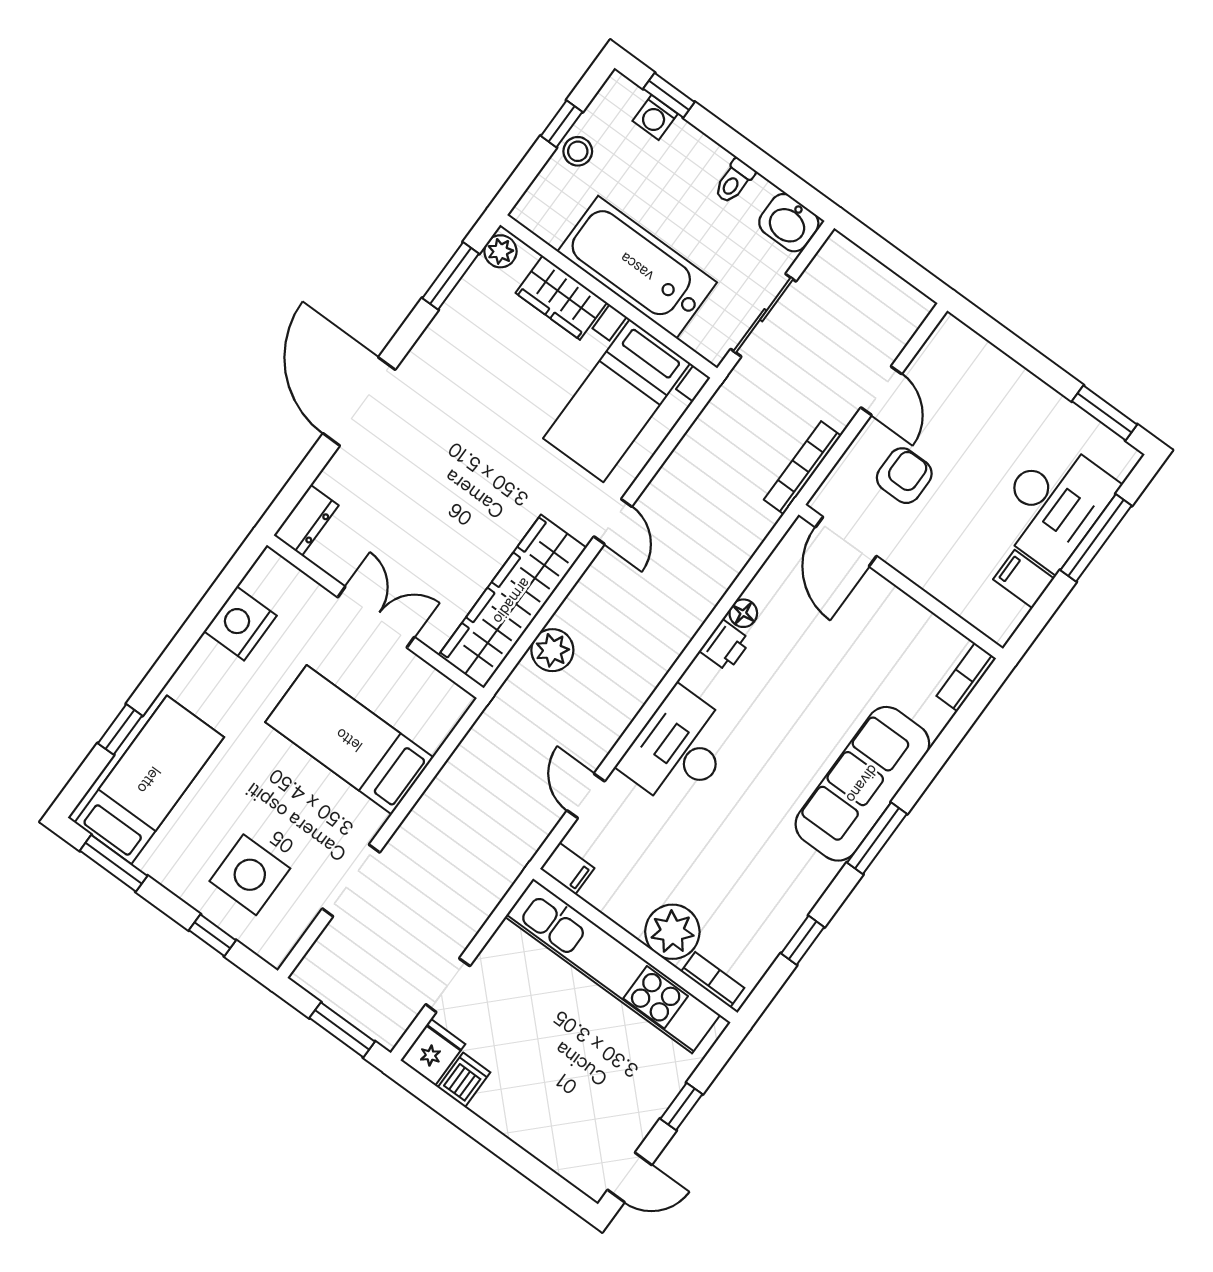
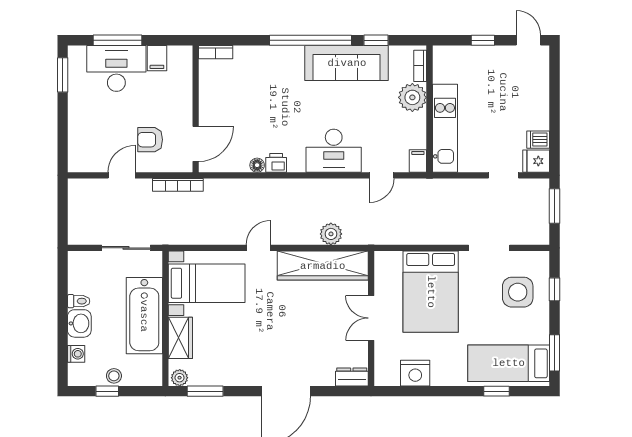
window: (669, 95) -> (63, 355), removed
washbasin: (789, 223) -> (79, 323), moved
bed: (349, 740) -> (431, 292), width x1.50
sofa: (862, 784) -> (347, 63), moved
window: (877, 838) -> (311, 40), width x2.11
kitchen unit: (613, 966) -> (445, 128), width x0.73

